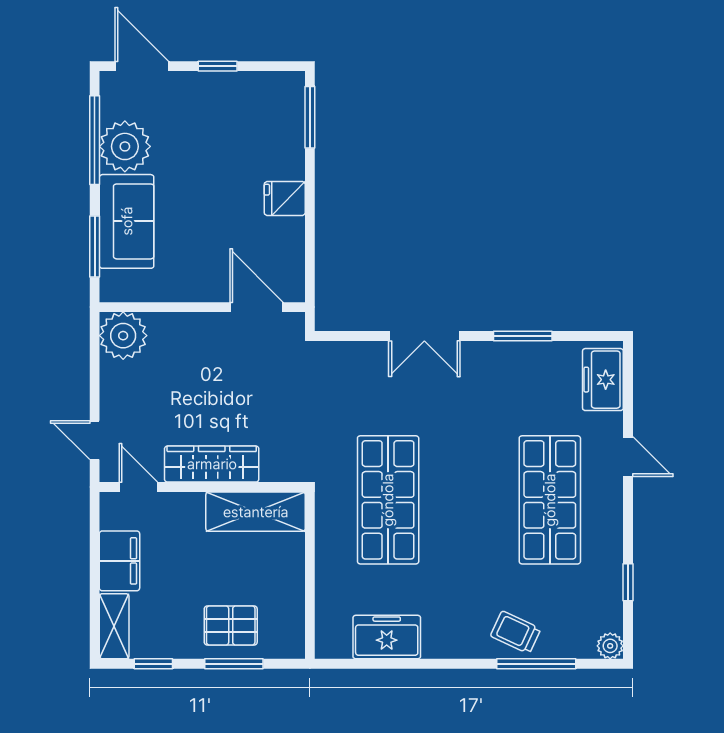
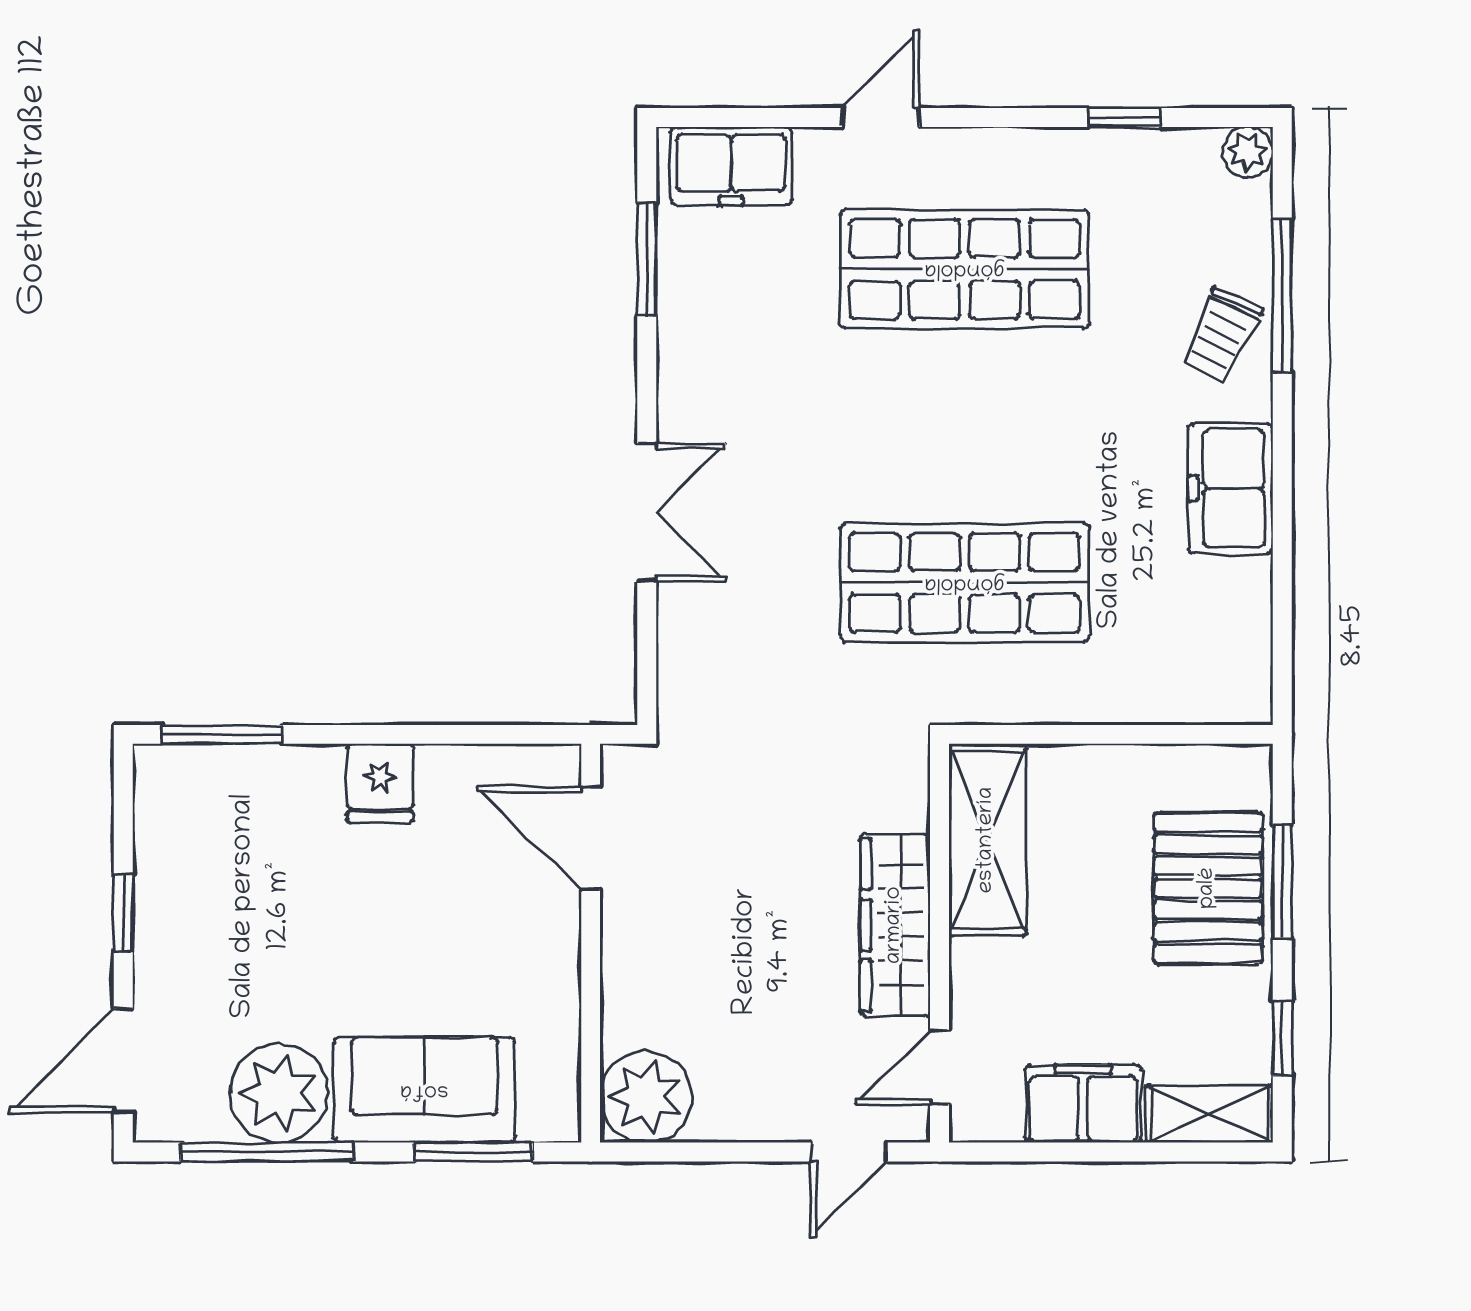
door: (256, 307) -> (591, 838), hinge flipped
window: (523, 336) -> (647, 259), moved
pallet: (231, 625) -> (1208, 888), width x1.50, depth x1.42
freezer: (387, 637) -> (1231, 488), moved

